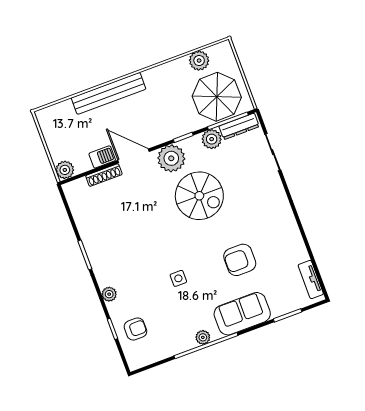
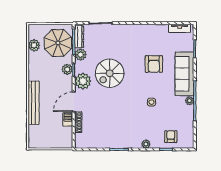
plant: (65, 170) -> (67, 69), moved
spiral stairs: (199, 196) -> (110, 73), turned 180
sofa: (242, 314) -> (184, 74), width x1.36

